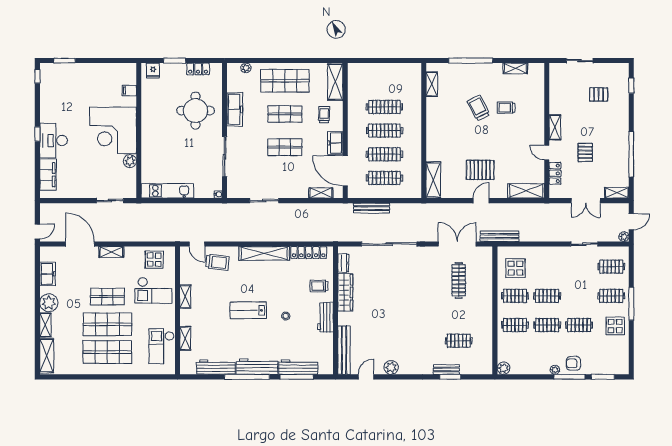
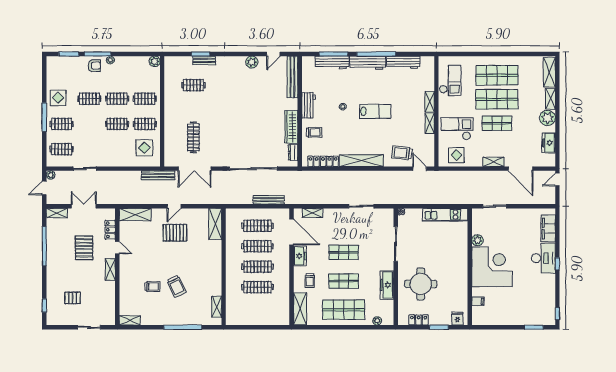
shelving: (515, 68) -> (130, 320), moved
pallet: (585, 152) -> (84, 248), width x1.50, depth x1.42
shelving: (185, 338) -> (430, 102), moved

